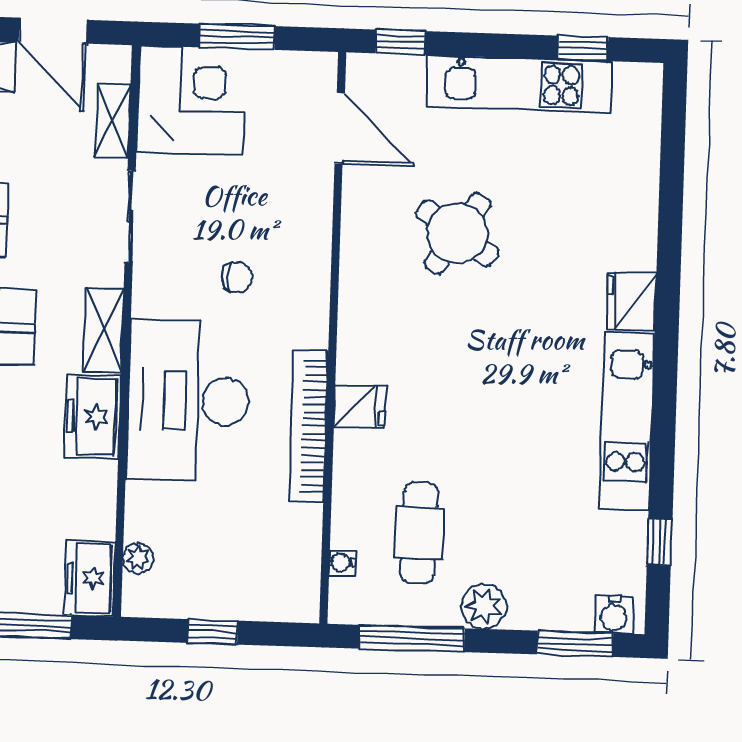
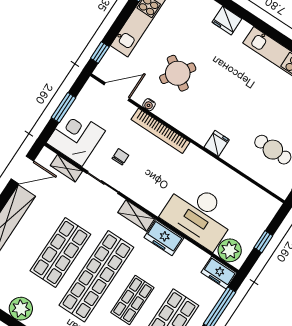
chair: (237, 277) -> (120, 157), moved
fridge: (631, 301) -> (227, 20), moved
desk: (188, 401) -> (199, 215), moved
bookcase: (309, 426) -> (161, 131), moved
plant: (138, 558) -> (230, 250), width x1.87, depth x1.87
water cooler: (342, 563) -> (149, 105), moved

